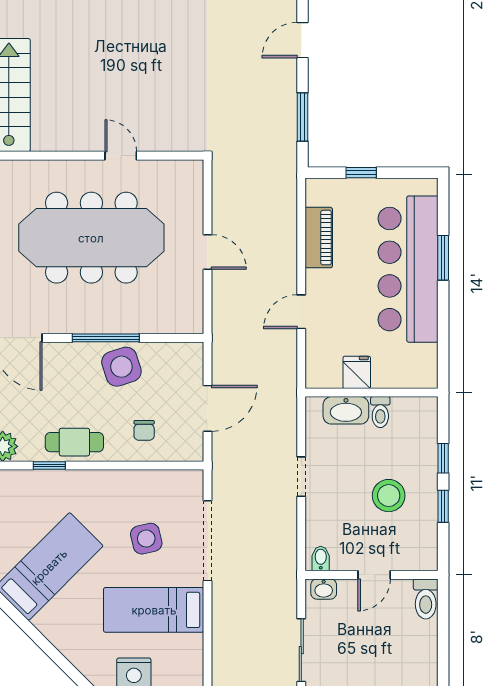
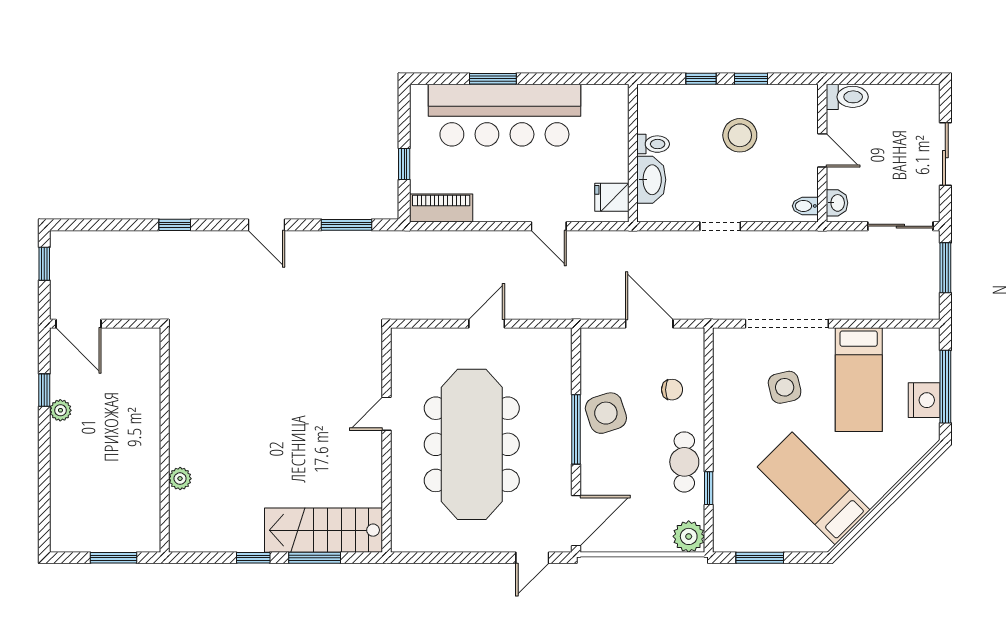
piano: (319, 238) -> (441, 208), moved
fridge: (357, 372) -> (612, 197), moved

